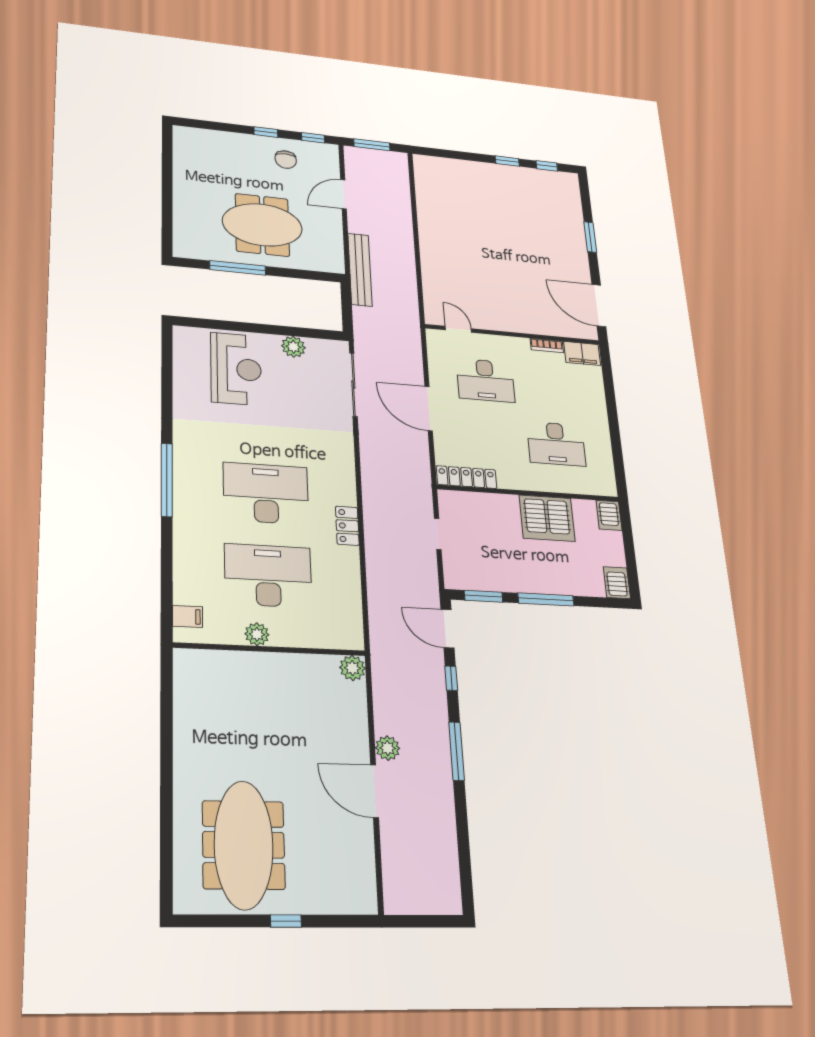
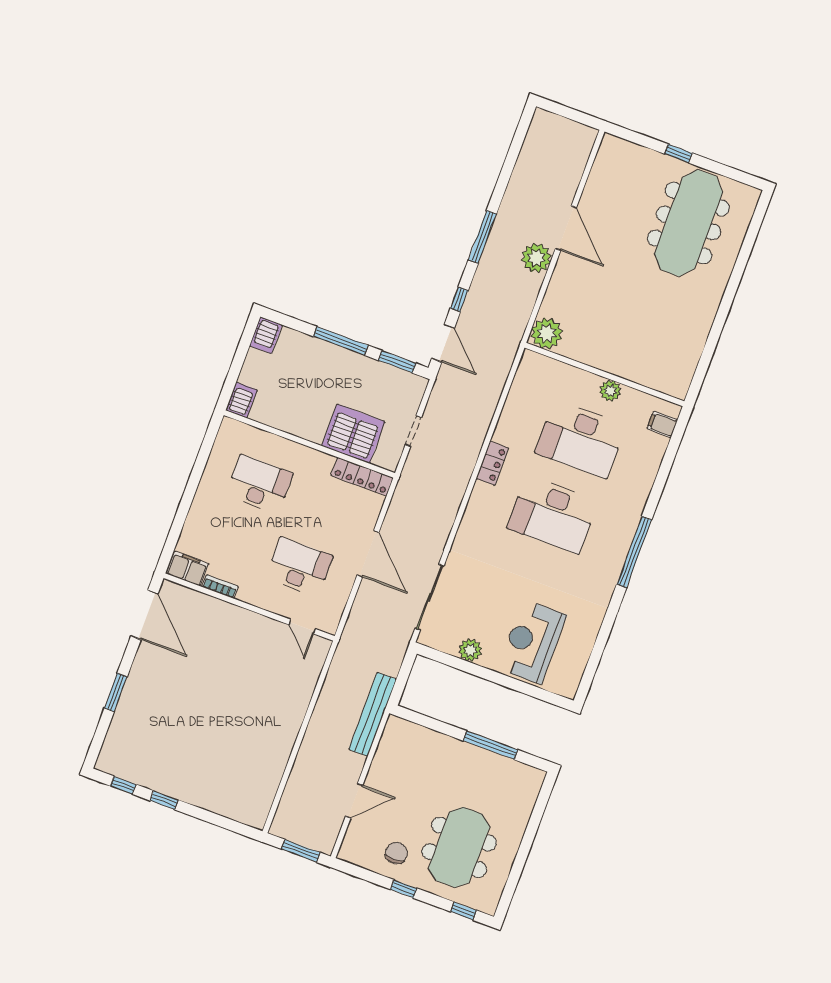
window: (313, 138) -> (464, 911), moved
meeting table: (262, 225) -> (459, 847), moved, turned 90
server rack: (547, 518) -> (353, 434), moved
plant: (352, 668) -> (547, 333), width x1.36, depth x1.36
plant: (388, 748) -> (536, 258), width x1.36, depth x1.36

